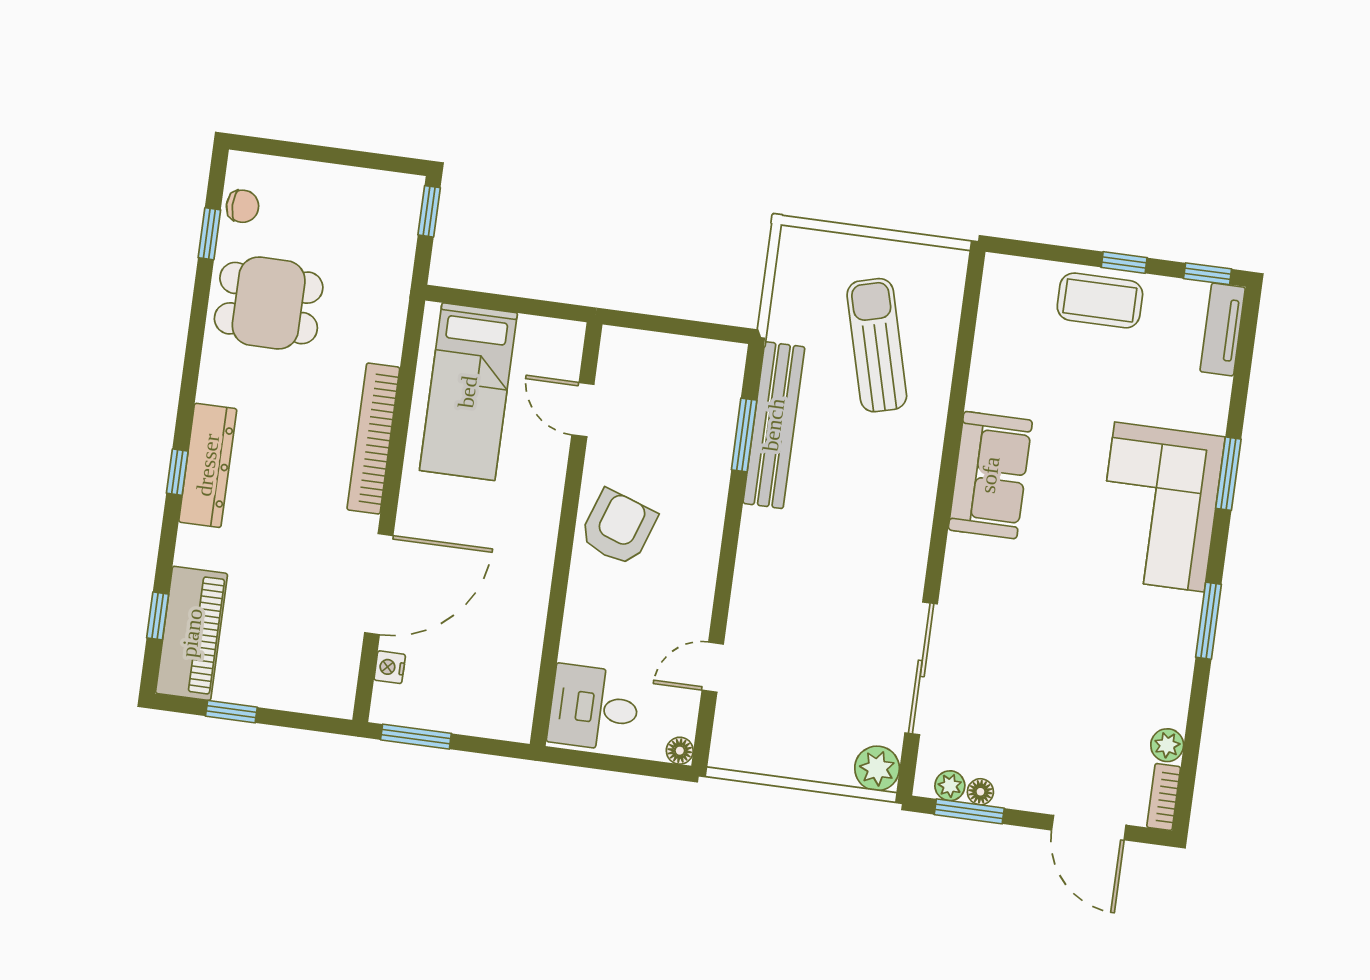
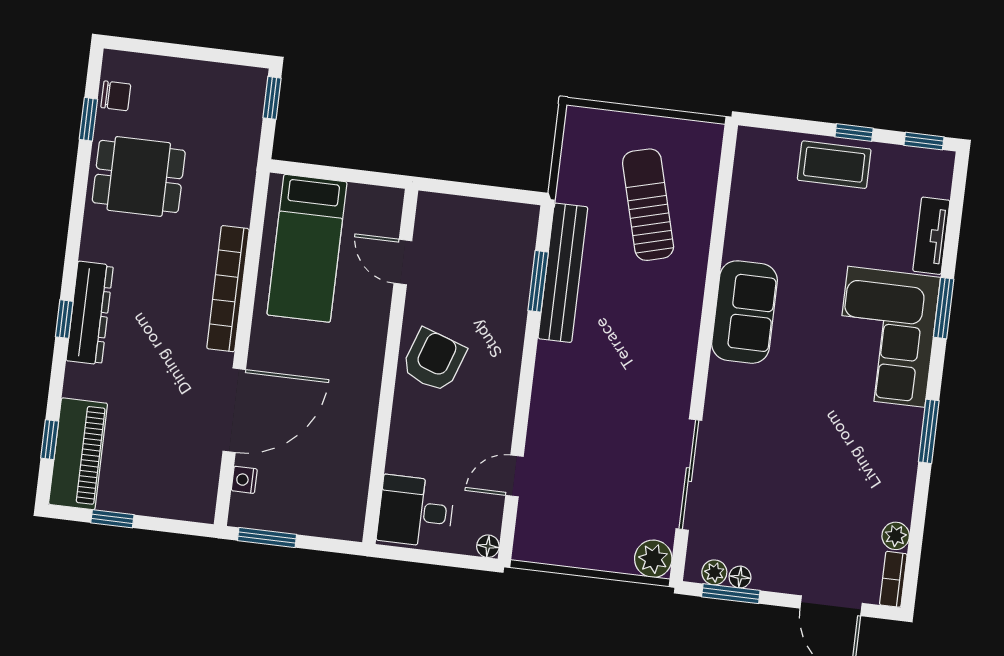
tv unit: (1223, 329) -> (931, 236), moved

